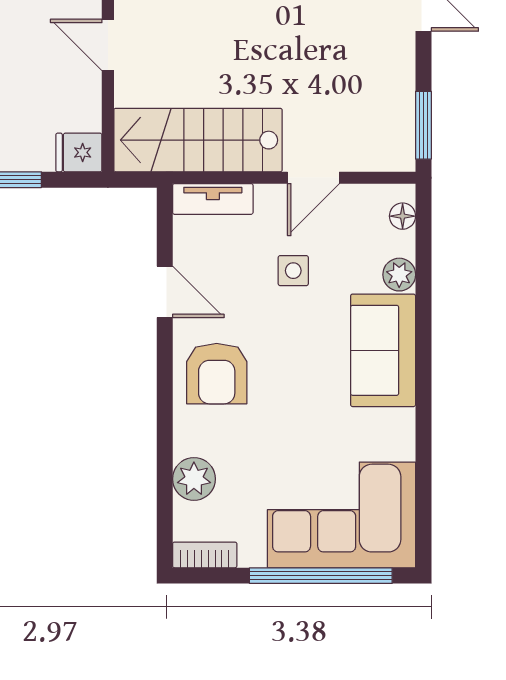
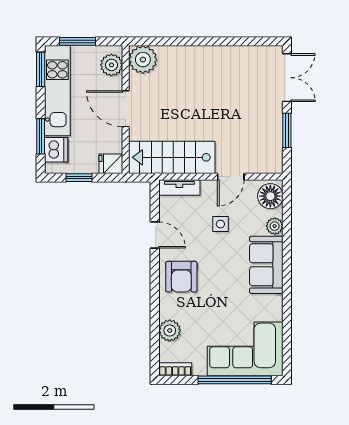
door: (108, 45) -> (126, 109), width x1.38
window: (423, 125) -> (287, 130), moved
floor lamp: (403, 216) -> (270, 196), width x1.89, depth x1.89

